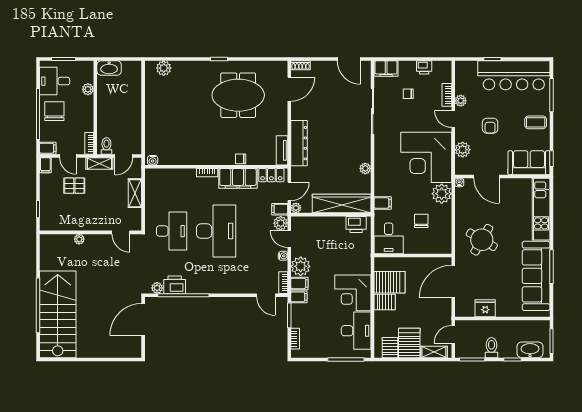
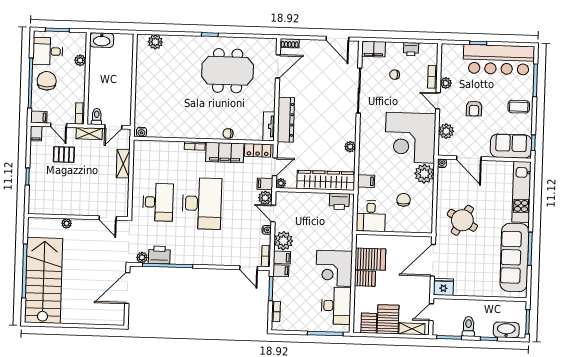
wall: (91, 232) -> (78, 217), moved
door: (121, 232) -> (108, 218), moved
plant: (79, 239) -> (67, 223), moved
fridge: (485, 308) -> (443, 287), moved

